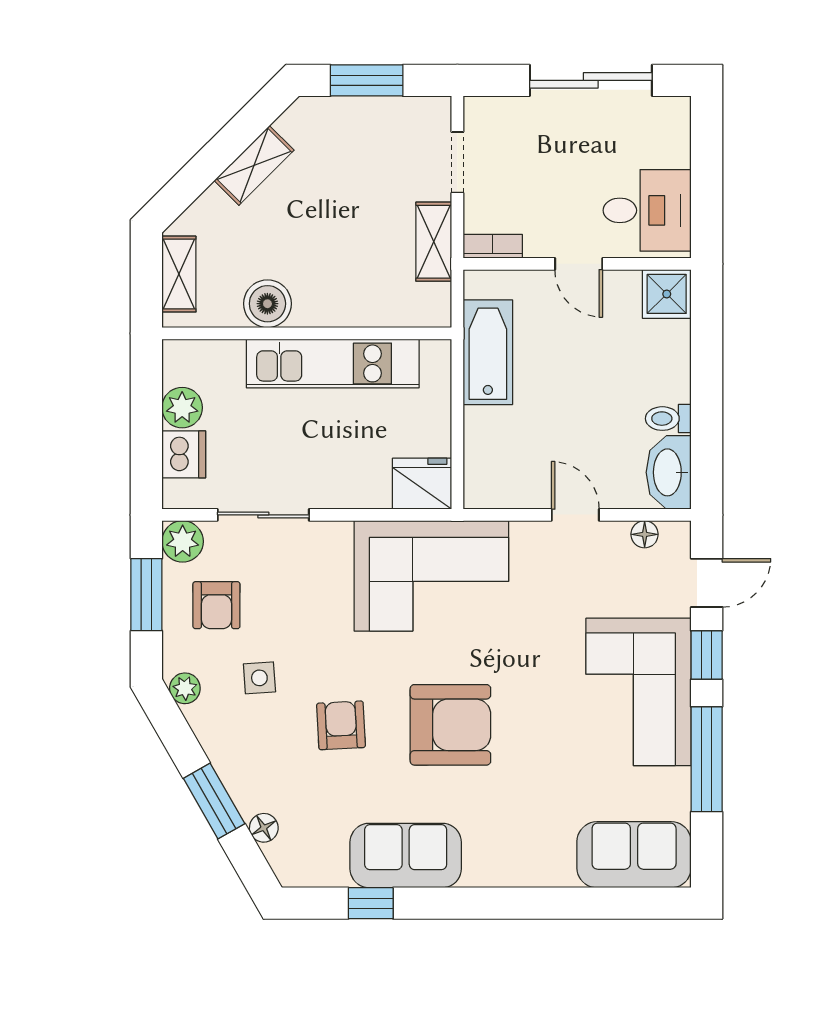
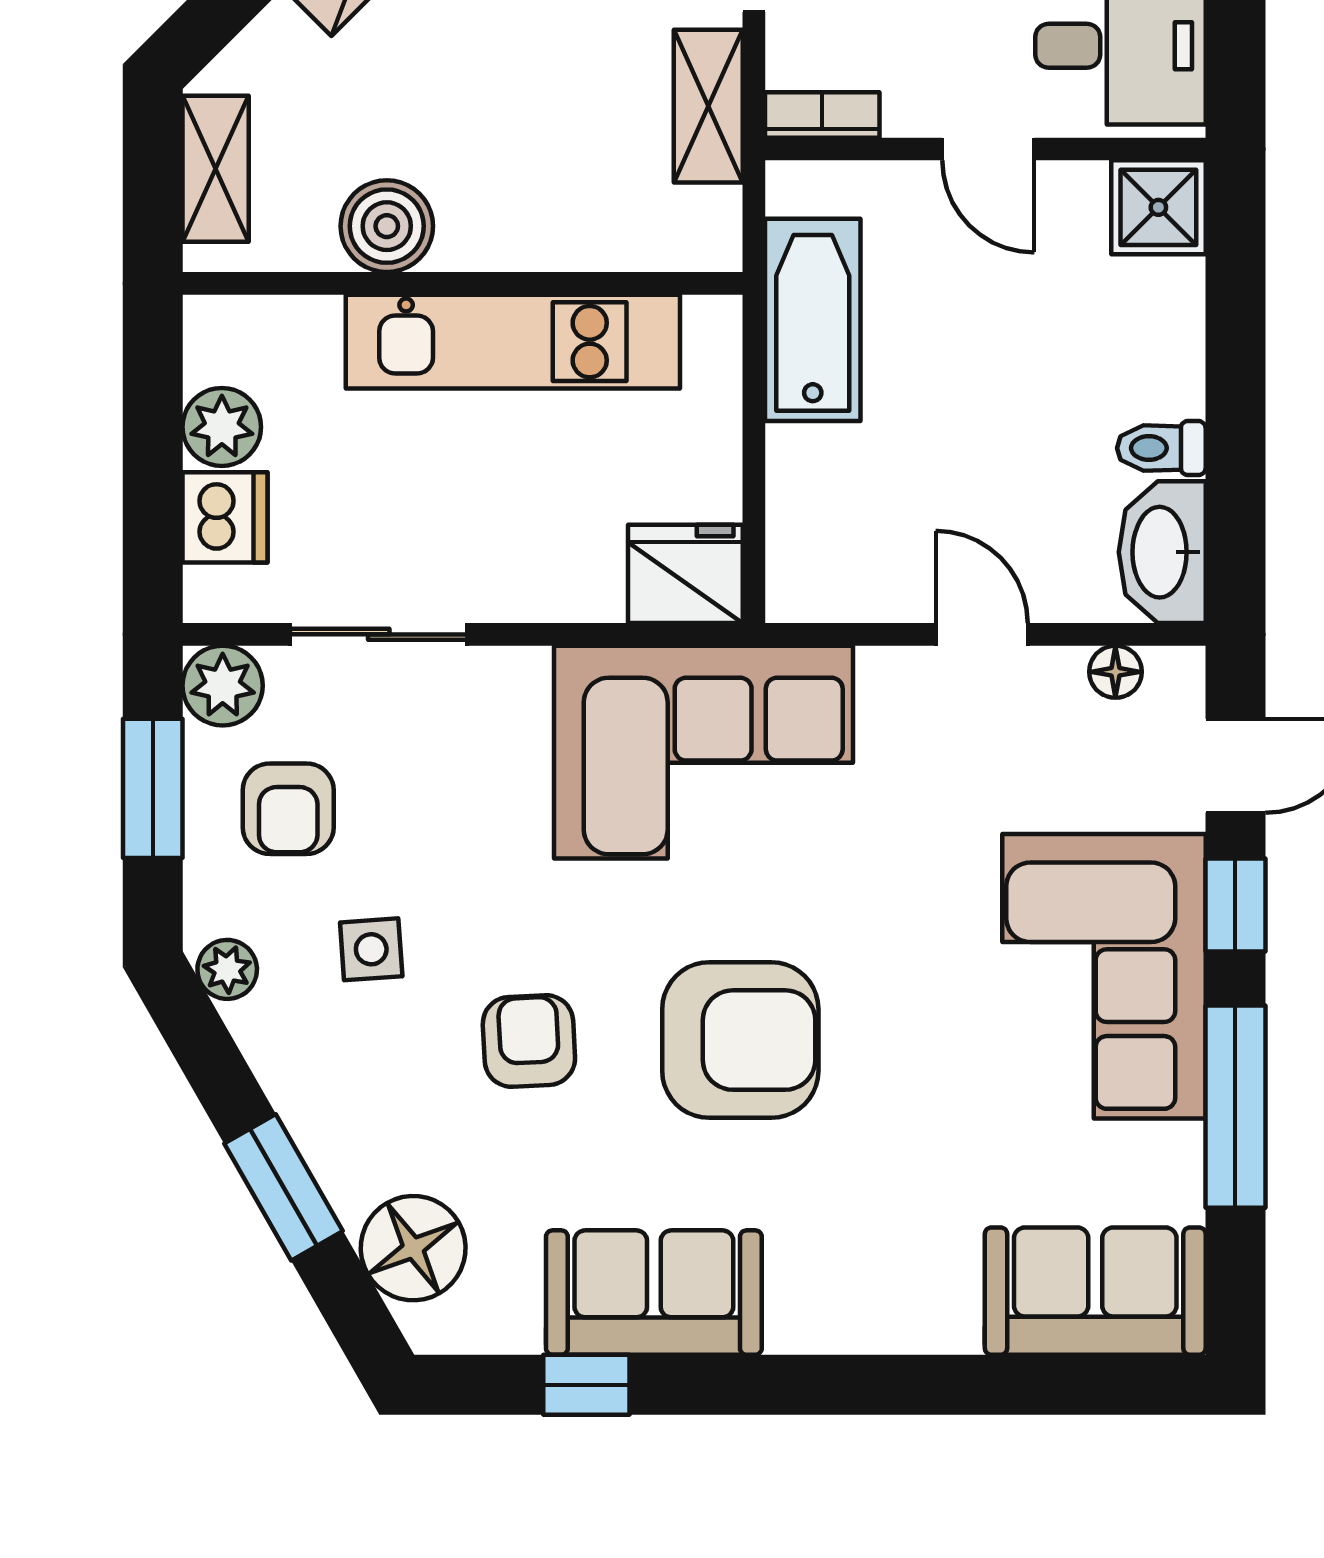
floor lamp: (264, 828) -> (413, 1248), width x1.89, depth x1.89

